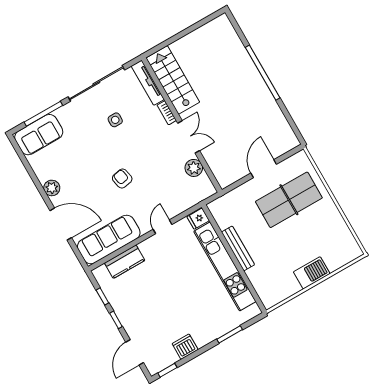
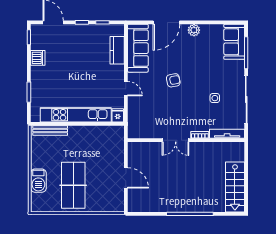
stairs: (173, 80) -> (235, 187), moved, turned 90
plant: (194, 168) -> (153, 132), removed
table tennis table: (289, 200) -> (73, 185), moved
bench: (238, 248) -> (50, 130), moved
barbecue: (312, 273) -> (38, 181), moved

